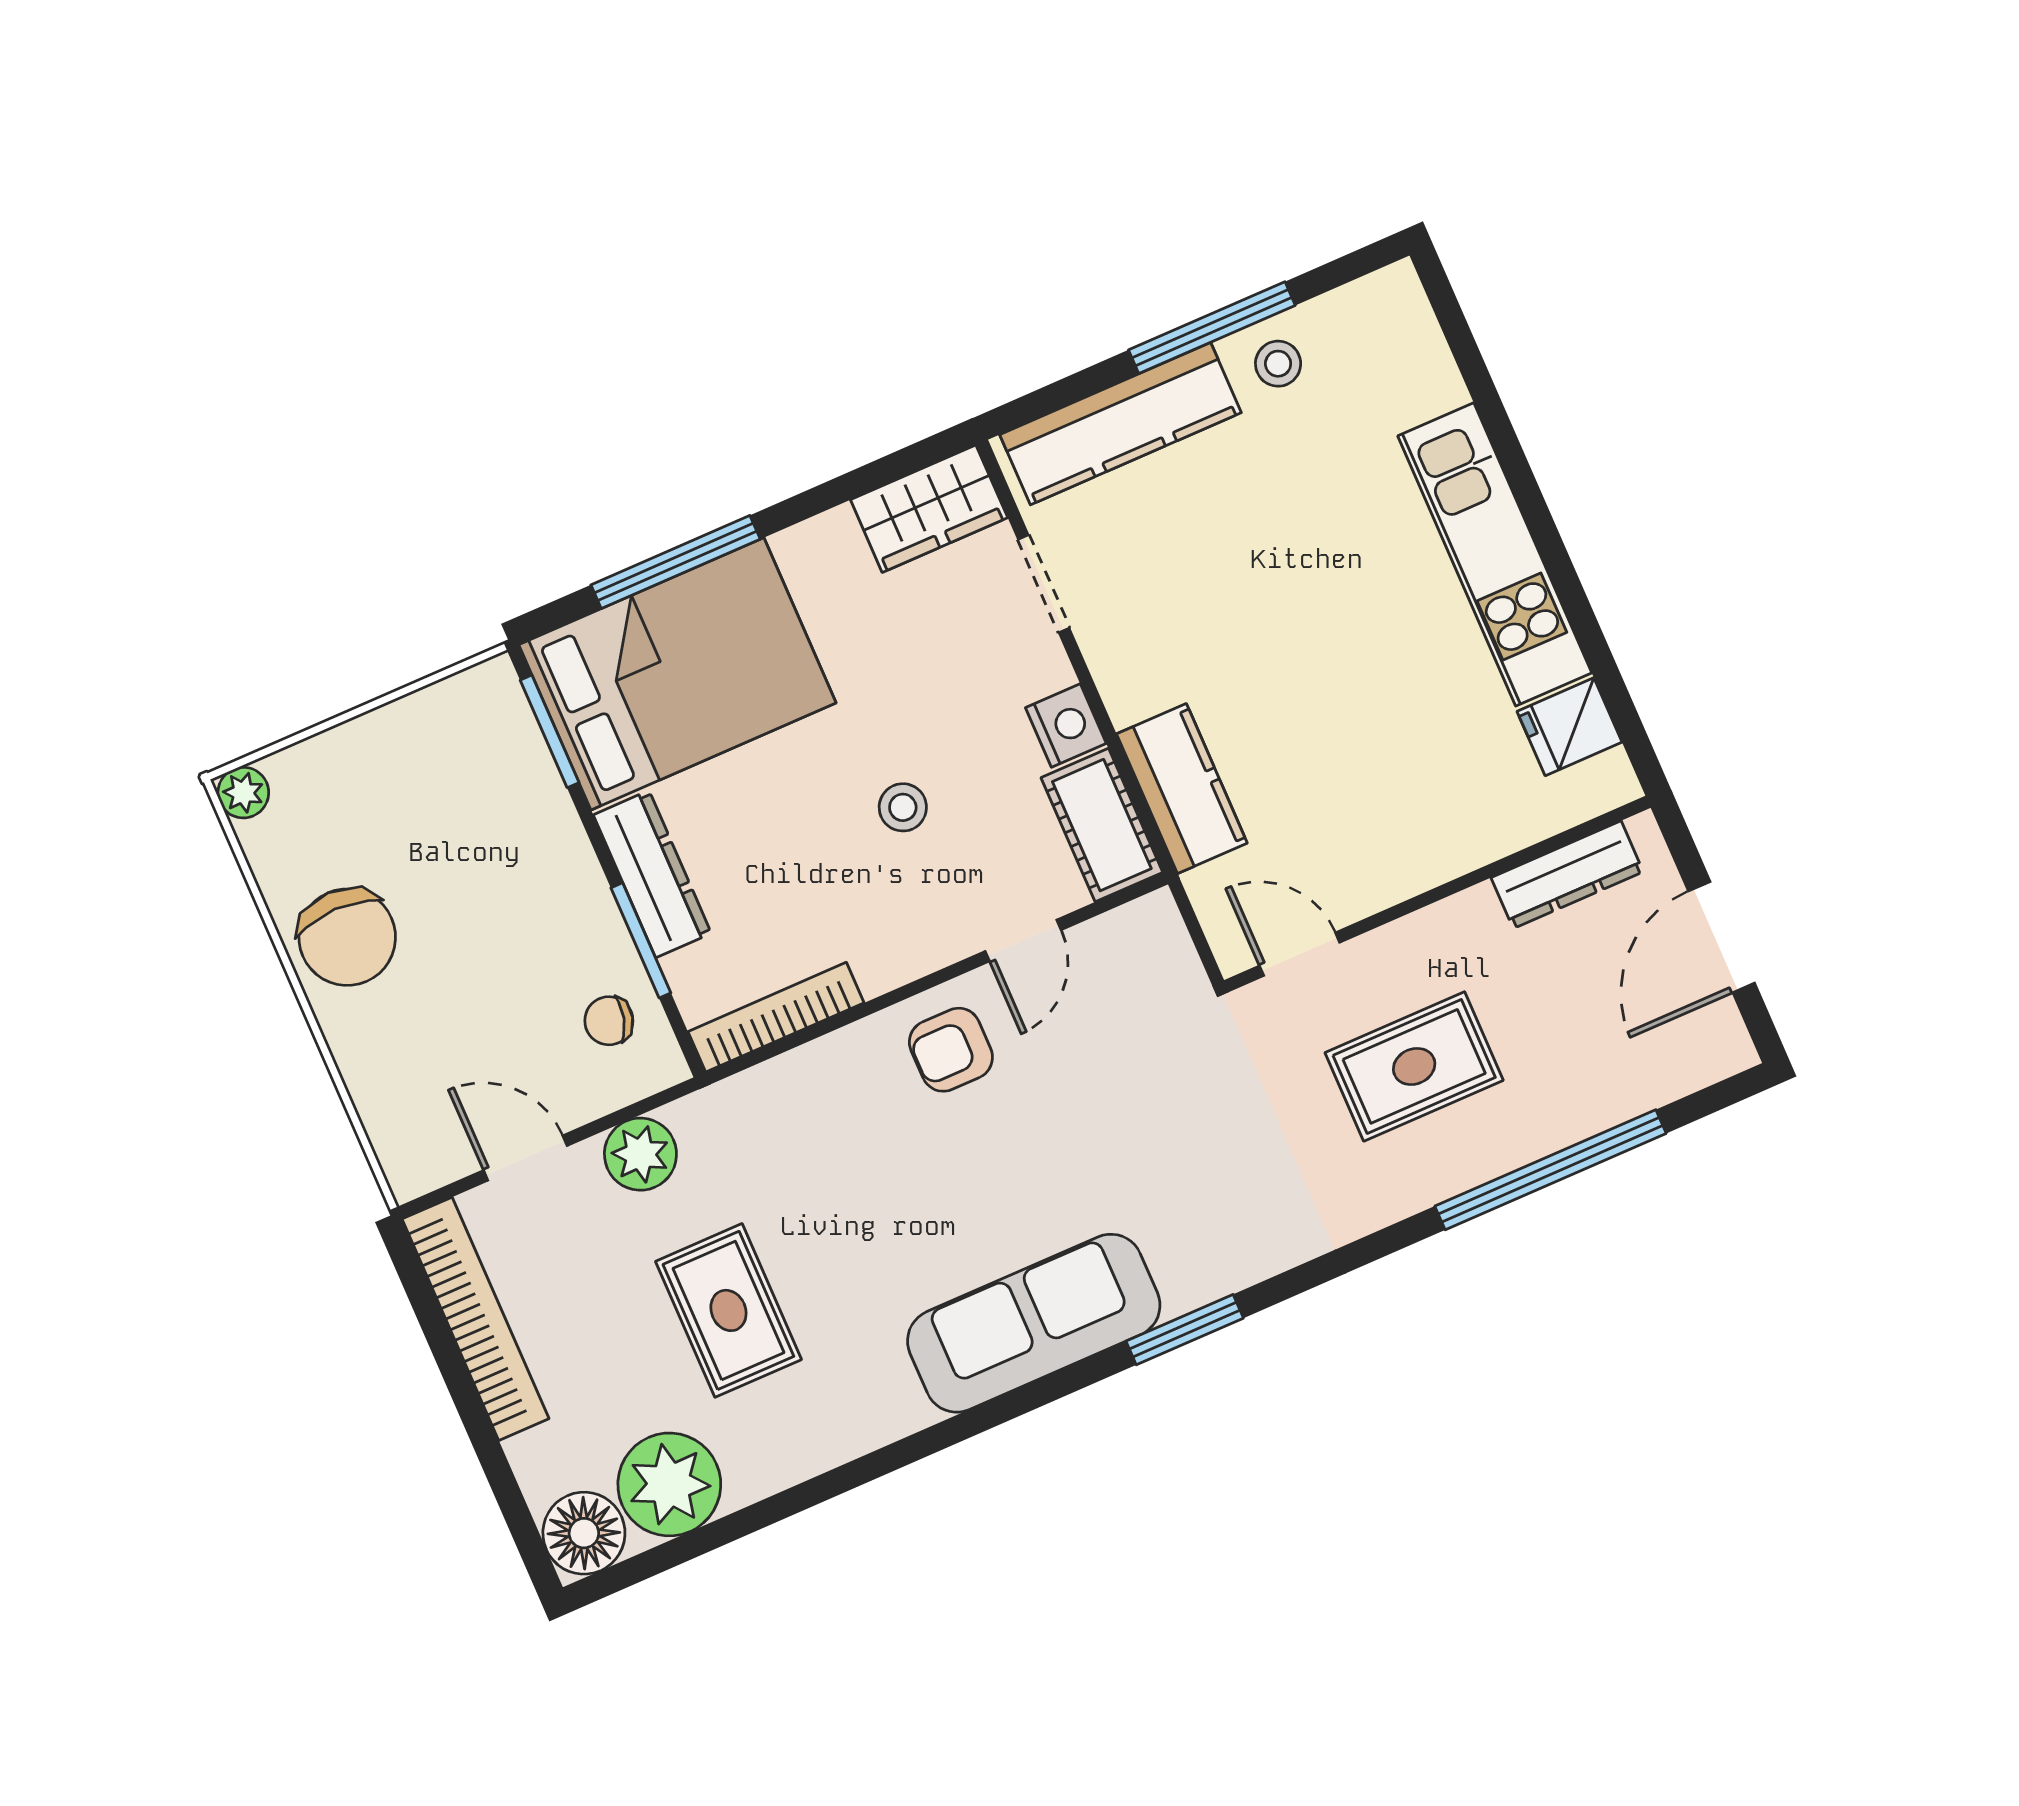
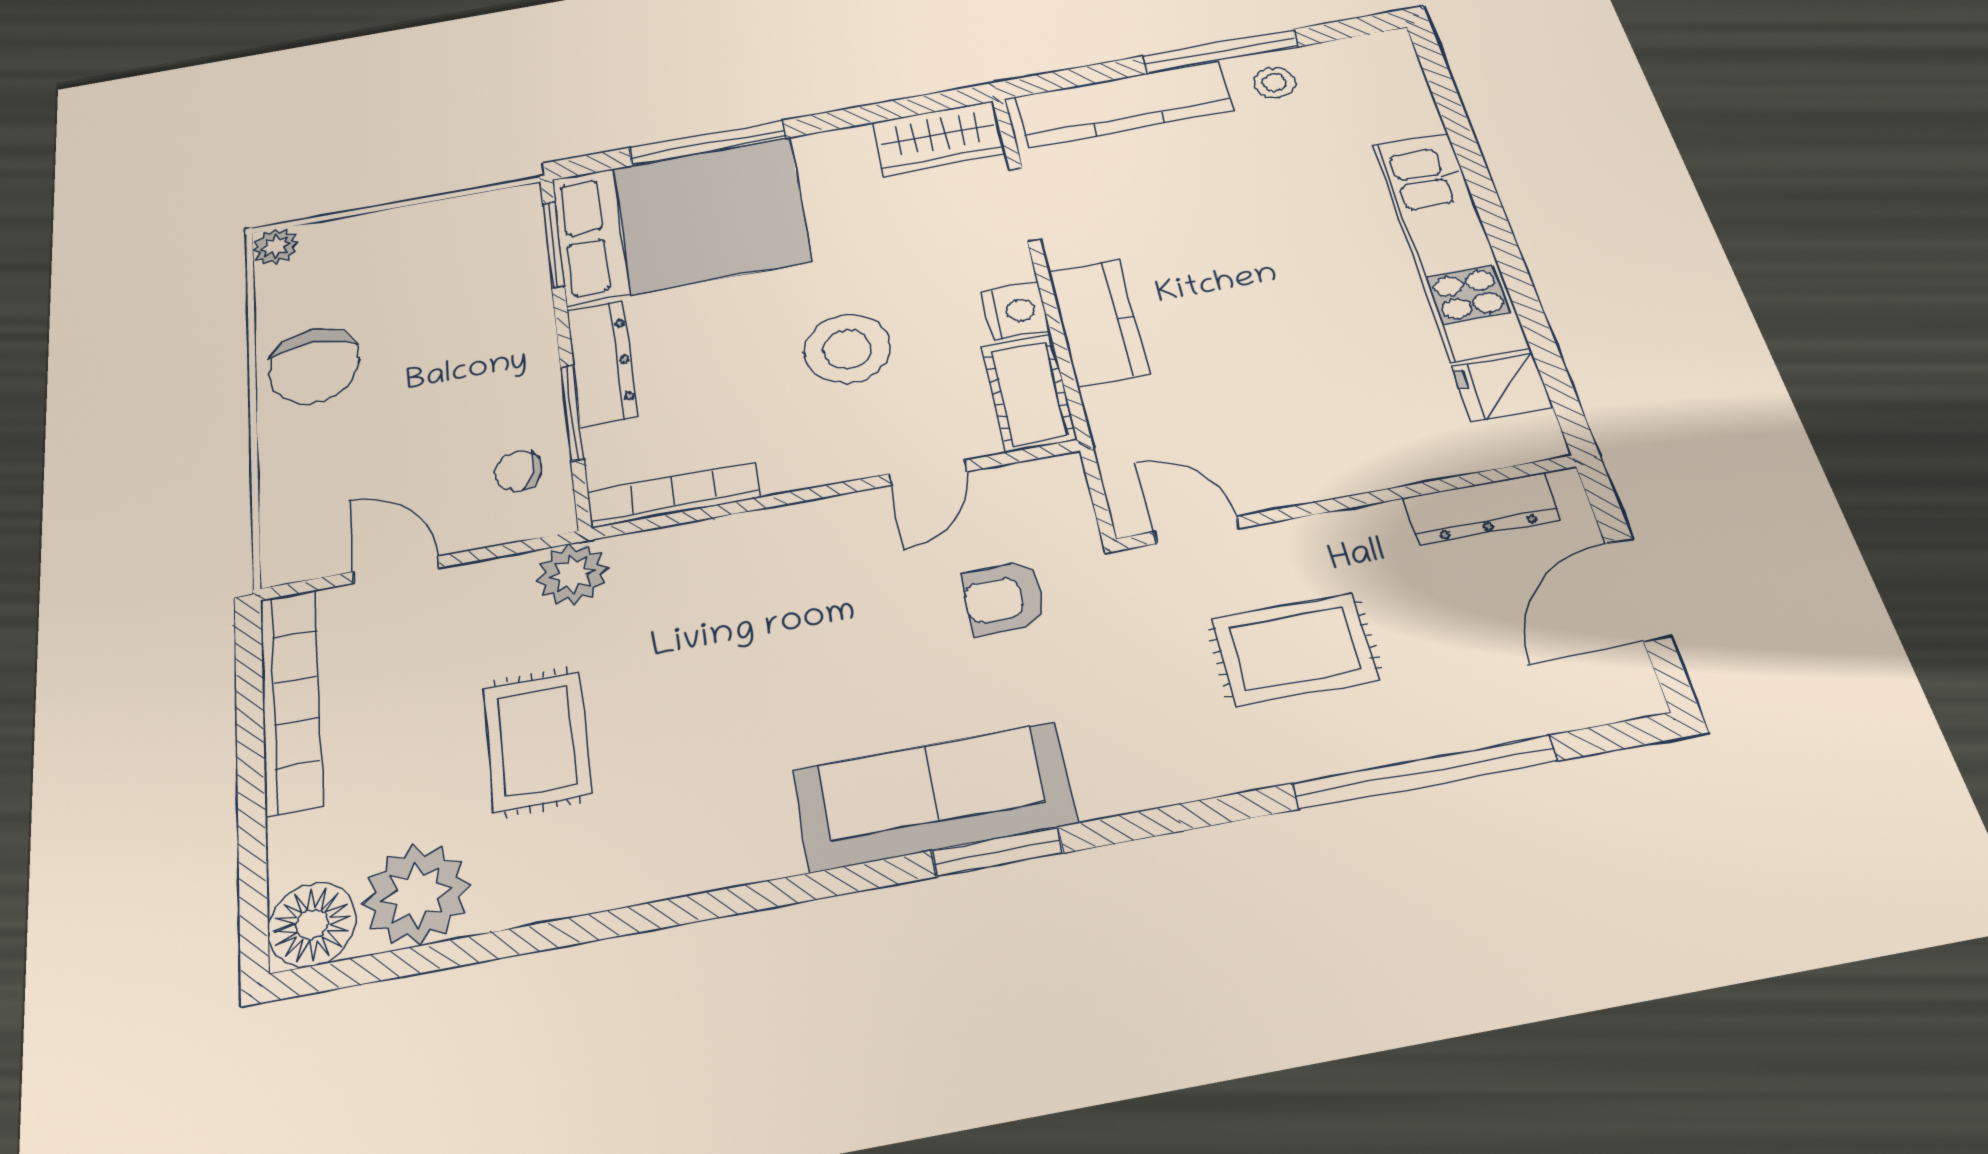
kitchen counter: (1182, 789) -> (1098, 322), moved
stool: (903, 807) -> (847, 349), width x1.89, depth x1.89
armchair: (951, 1050) -> (1004, 598), moved
plant: (640, 1154) -> (572, 574), moved
sofa: (1034, 1323) -> (934, 797), moved

